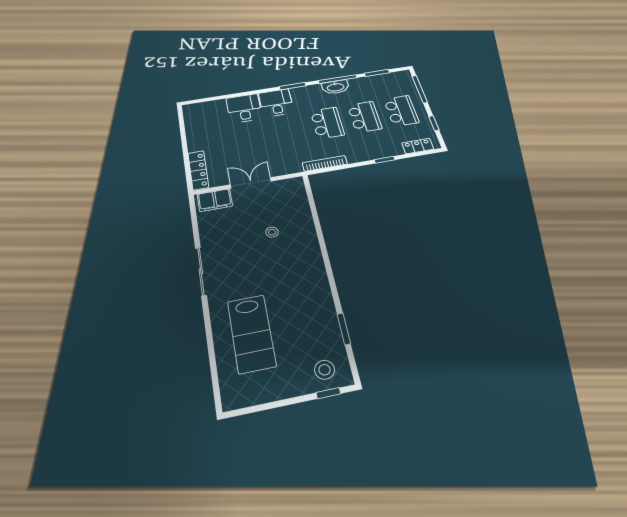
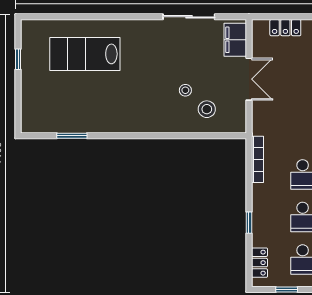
locker: (198, 170) -> (285, 28), width x0.66
sliding door: (201, 271) -> (189, 17), moved
stool: (325, 370) -> (207, 109), moved
window: (328, 393) -> (18, 59), moved

